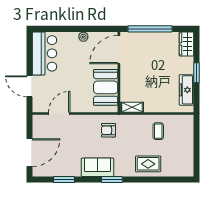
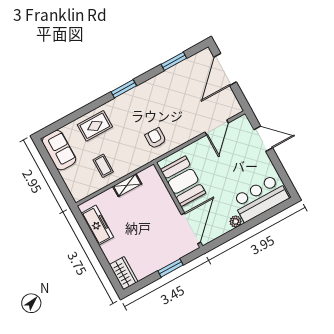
window: (150, 29) -> (170, 268), width x0.47
bar counter: (45, 53) -> (260, 198), moved, turned 90
window: (197, 73) -> (97, 249), removed
shelving: (132, 107) -> (127, 185), moved
armchair: (108, 130) -> (156, 138), turned -90
sofa: (97, 167) -> (59, 150), moved, turned -90

